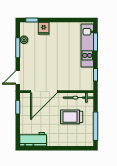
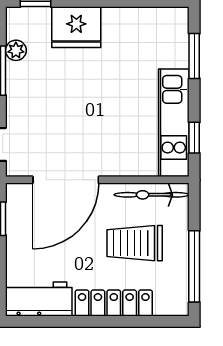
fridge: (44, 28) -> (76, 27), width x1.88, depth x1.34
kitchen unit: (87, 46) -> (174, 123), moved
locker: (63, 141) -> (114, 303), added

